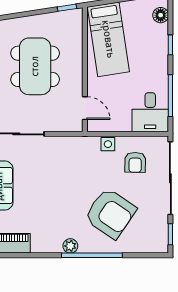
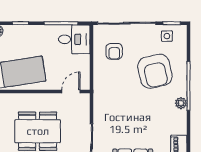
side table: (108, 144) -> (167, 36), moved
armchair: (135, 162) -> (114, 51), turned 89
armchair: (110, 213) -> (155, 71), turned 133

